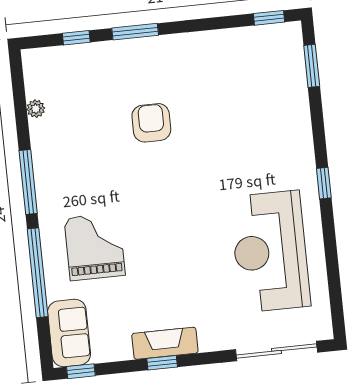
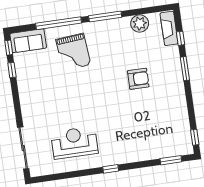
plant: (36, 109) -> (140, 24), width x1.88, depth x1.88
grand piano: (95, 247) -> (73, 52), turned 85
reception desk: (270, 251) -> (74, 143), width x0.74, depth x0.77
fireplace: (165, 343) -> (169, 28), moved, turned 180
window: (162, 363) -> (12, 70), moved

